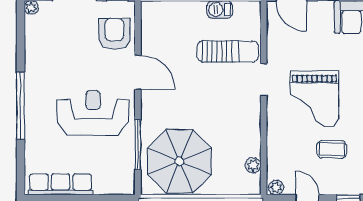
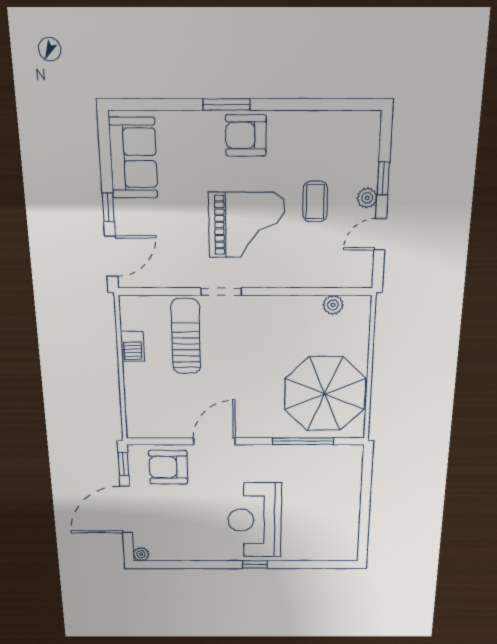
window: (21, 106) -> (255, 565), width x0.32
reception desk: (93, 113) -> (254, 520), moved
row of seats: (60, 184) -> (347, 524), removed
plant: (276, 187) -> (367, 198), moved

